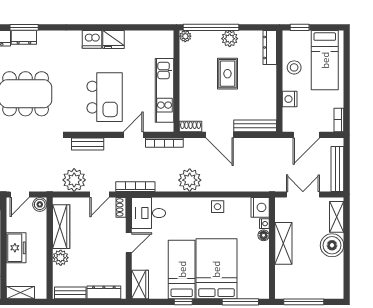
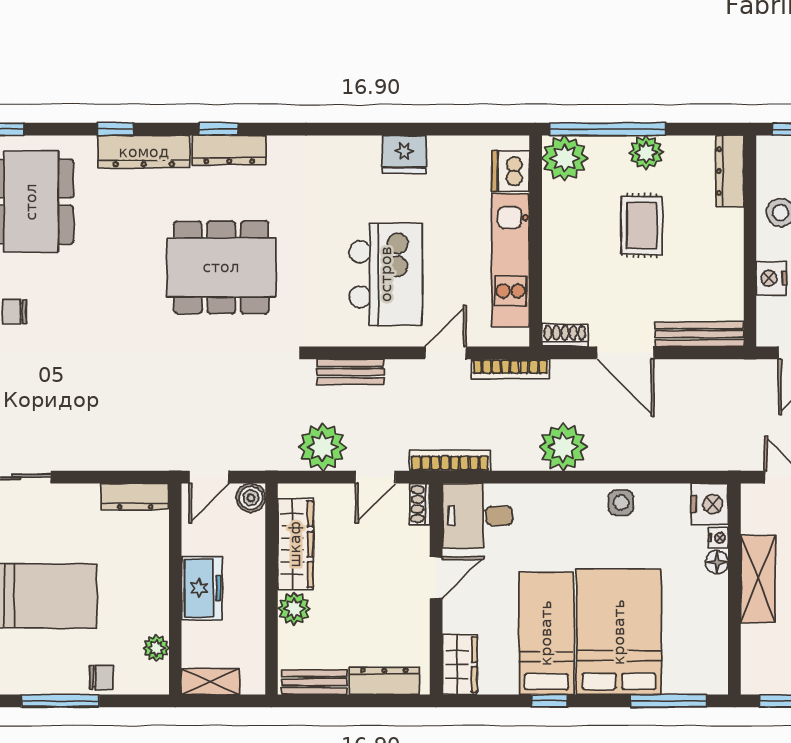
window: (24, 27) -> (219, 129), width x0.67
plant: (185, 36) -> (565, 158), width x1.88, depth x1.88
dresser: (24, 37) -> (229, 150), width x1.44
dishwasher: (92, 39) -> (511, 171), moved, turned 90

